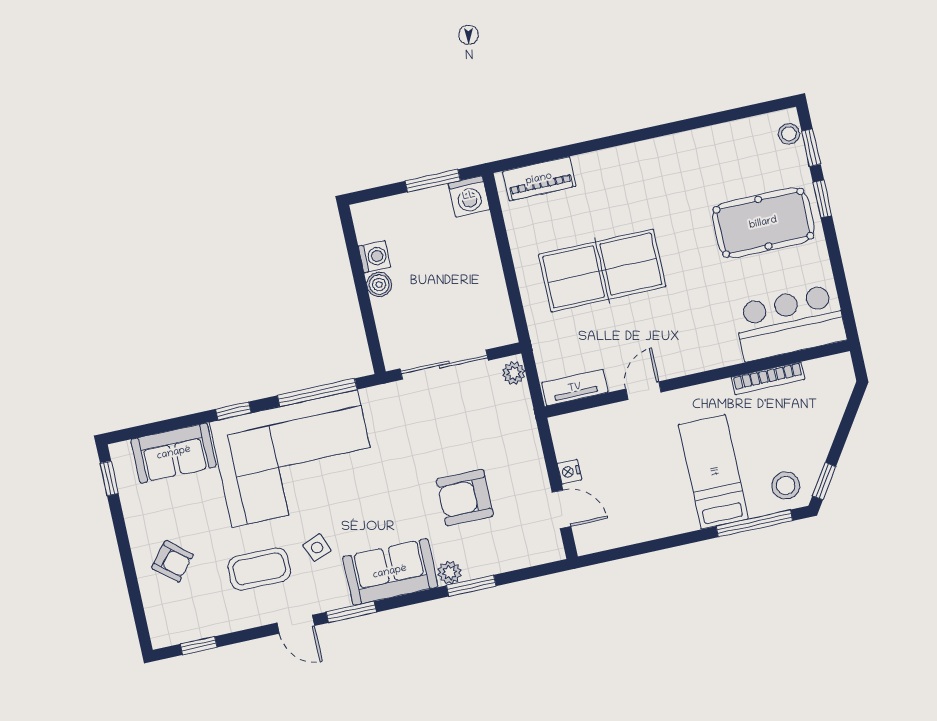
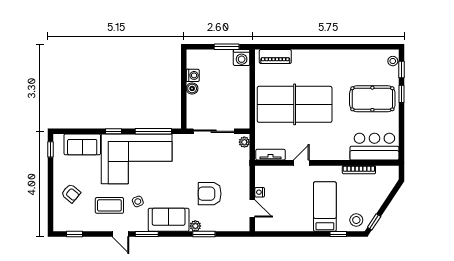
table tennis table: (602, 270) -> (295, 104), width x1.36, depth x1.32
window: (754, 523) -> (338, 234), width x0.46

